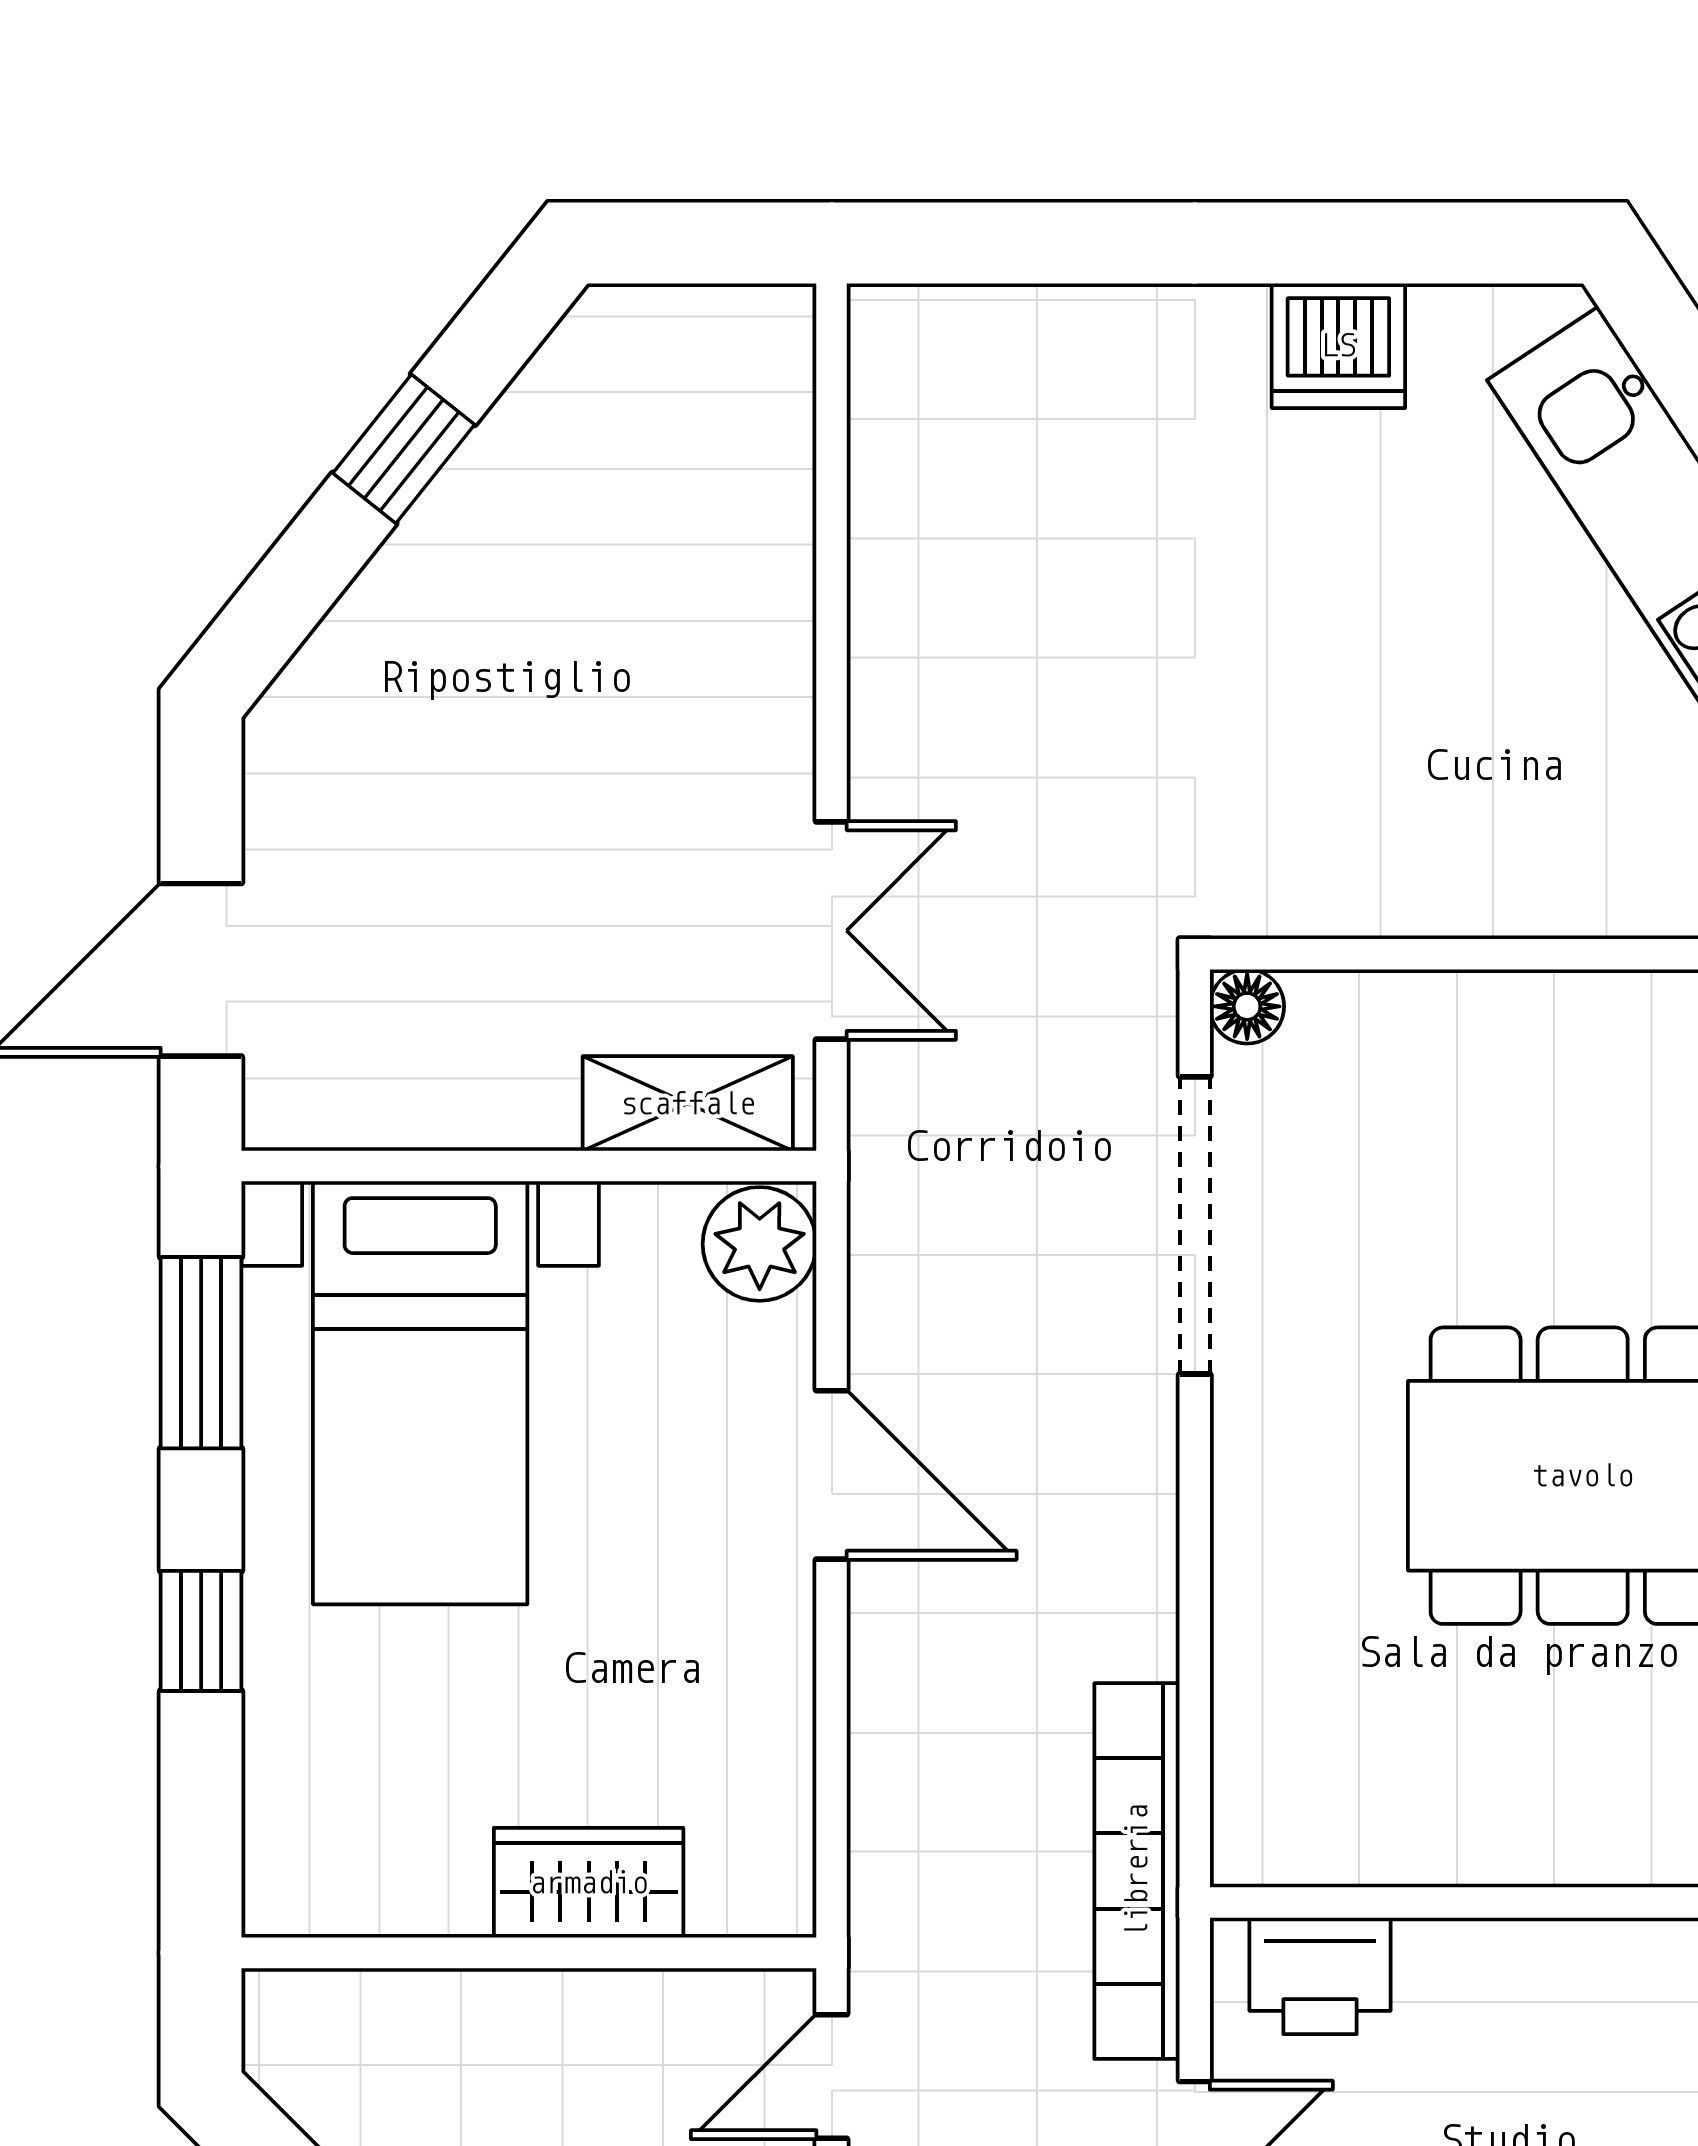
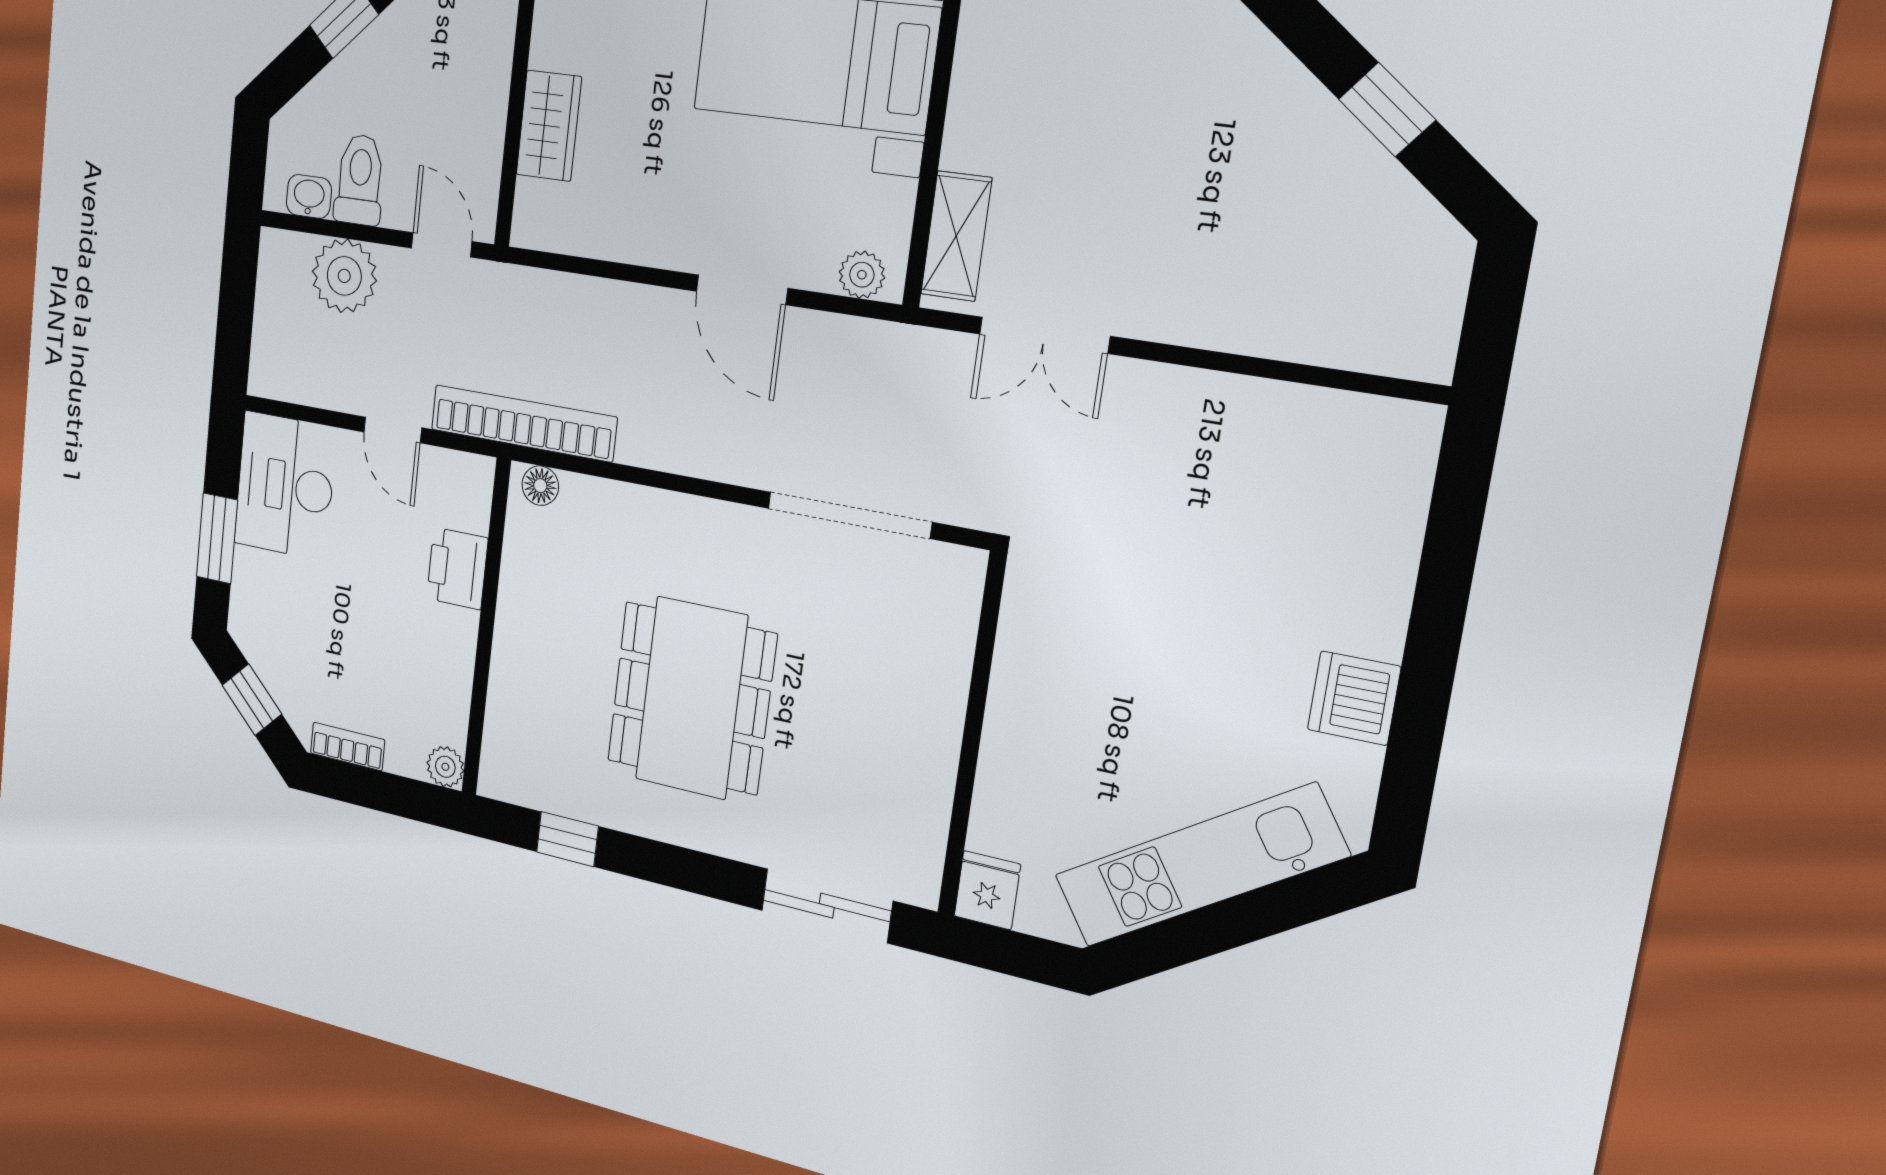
floor lamp: (1247, 1006) -> (540, 486), moved
plant: (760, 1244) -> (862, 275), width x0.73, depth x0.73
door: (832, 1475) -> (742, 290), hinge flipped
printer: (1320, 1976) -> (457, 568), moved

